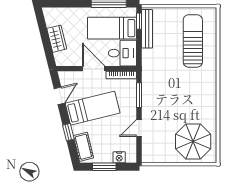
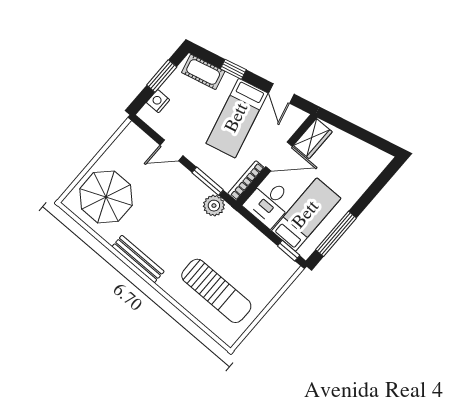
bench: (147, 29) -> (138, 259), moved
wardrobe: (57, 39) -> (313, 139), moved, turned -76
plant: (149, 81) -> (214, 206), added
door: (139, 128) -> (172, 150), swing flipped

